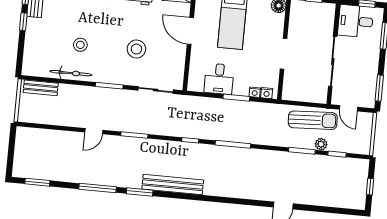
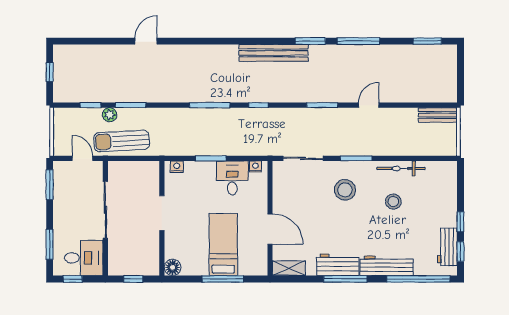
stool: (136, 49) -> (345, 190), moved
bench: (41, 88) -> (438, 115), moved
nightstand: (255, 92) -> (255, 166), moved

